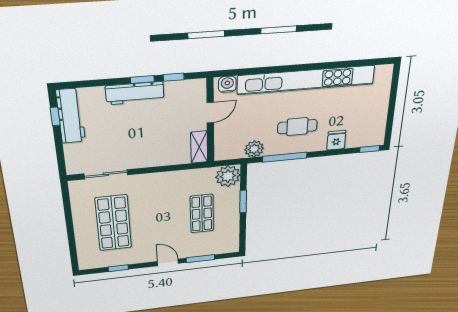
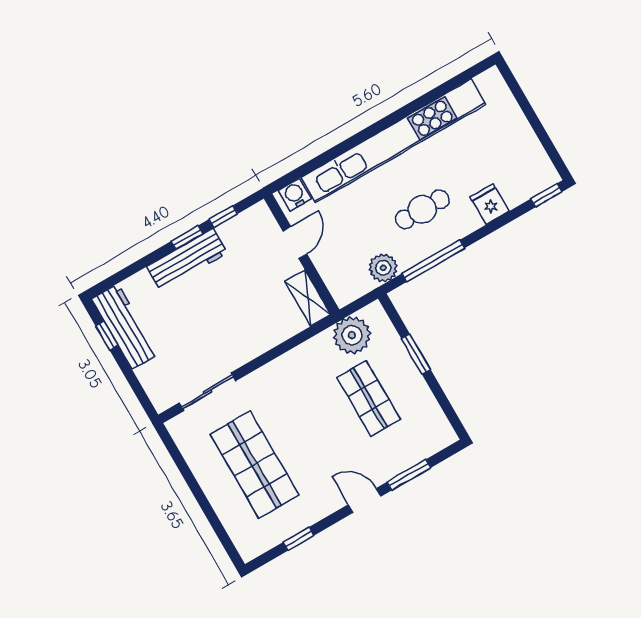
plant: (228, 176) -> (352, 335), moved

